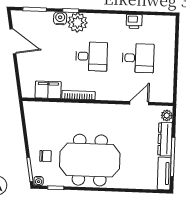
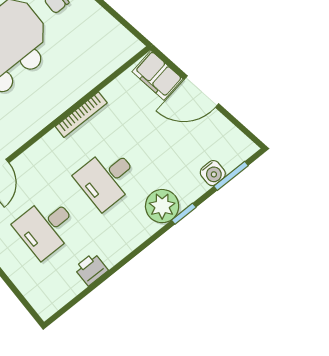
water cooler: (60, 18) -> (213, 173), moved
door: (13, 41) -> (201, 92), moved
filing cabinet: (48, 90) -> (157, 75), moved, turned 80

